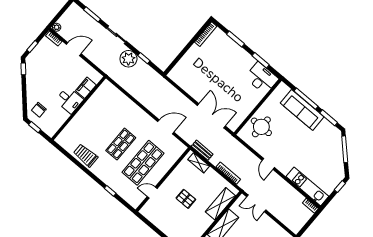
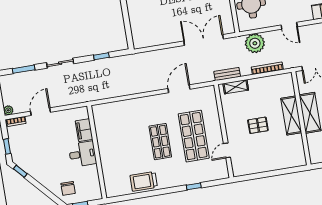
plant: (128, 59) -> (255, 43), moved
shelving: (220, 204) -> (291, 115), moved

